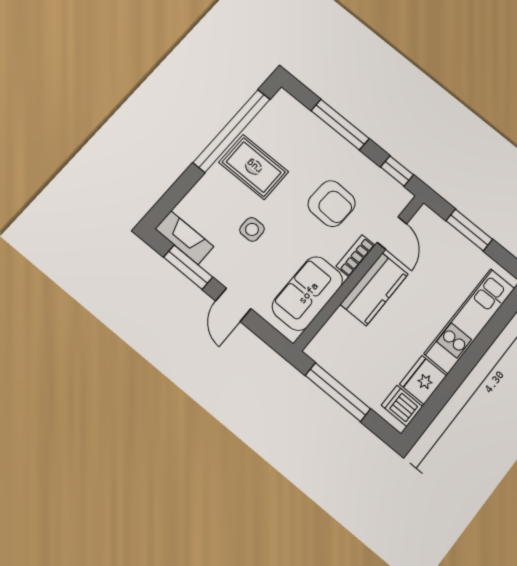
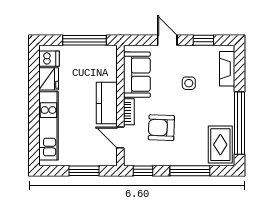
rug: (254, 167) -> (220, 145), moved, turned 90
fireplace: (184, 238) -> (227, 69), moved, turned 90
window: (188, 267) -> (203, 40), width x0.67

